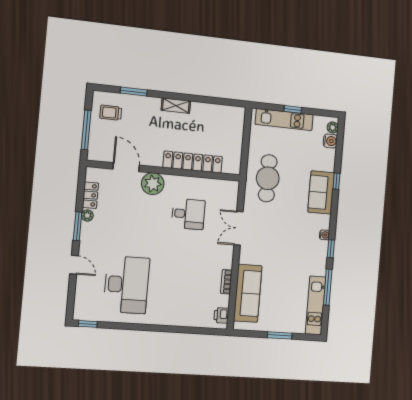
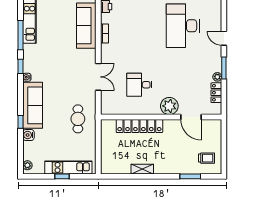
shelving: (176, 106) -> (142, 169), moved
window: (86, 130) -> (224, 143), removed
water cooler: (330, 141) -> (28, 135), moved
cafe table: (268, 178) -> (78, 119), width x0.73, depth x0.74
sofa: (321, 192) -> (33, 105), width x1.36

